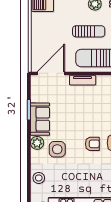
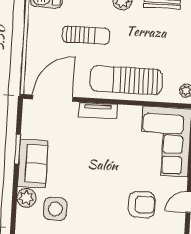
sun lounger: (89, 31) -> (86, 35), moved
armchair: (92, 144) -> (107, 204), removed

